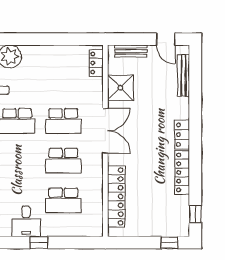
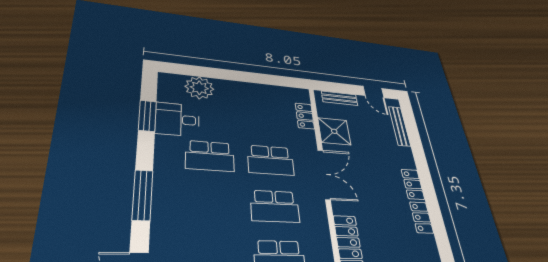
locker: (96, 63) -> (305, 116), moved
locker: (182, 172) -> (422, 217), width x0.66

